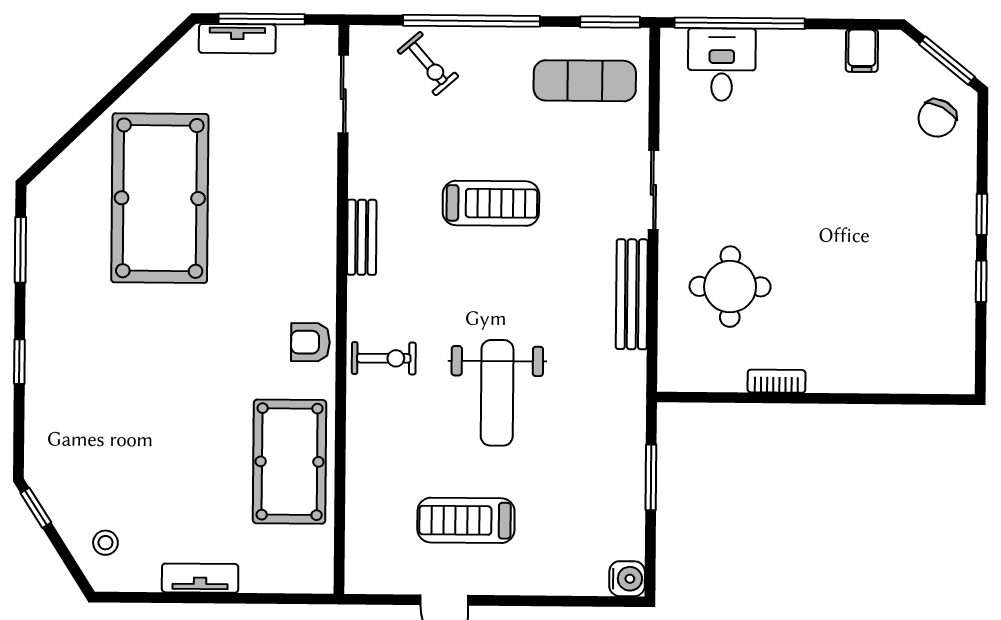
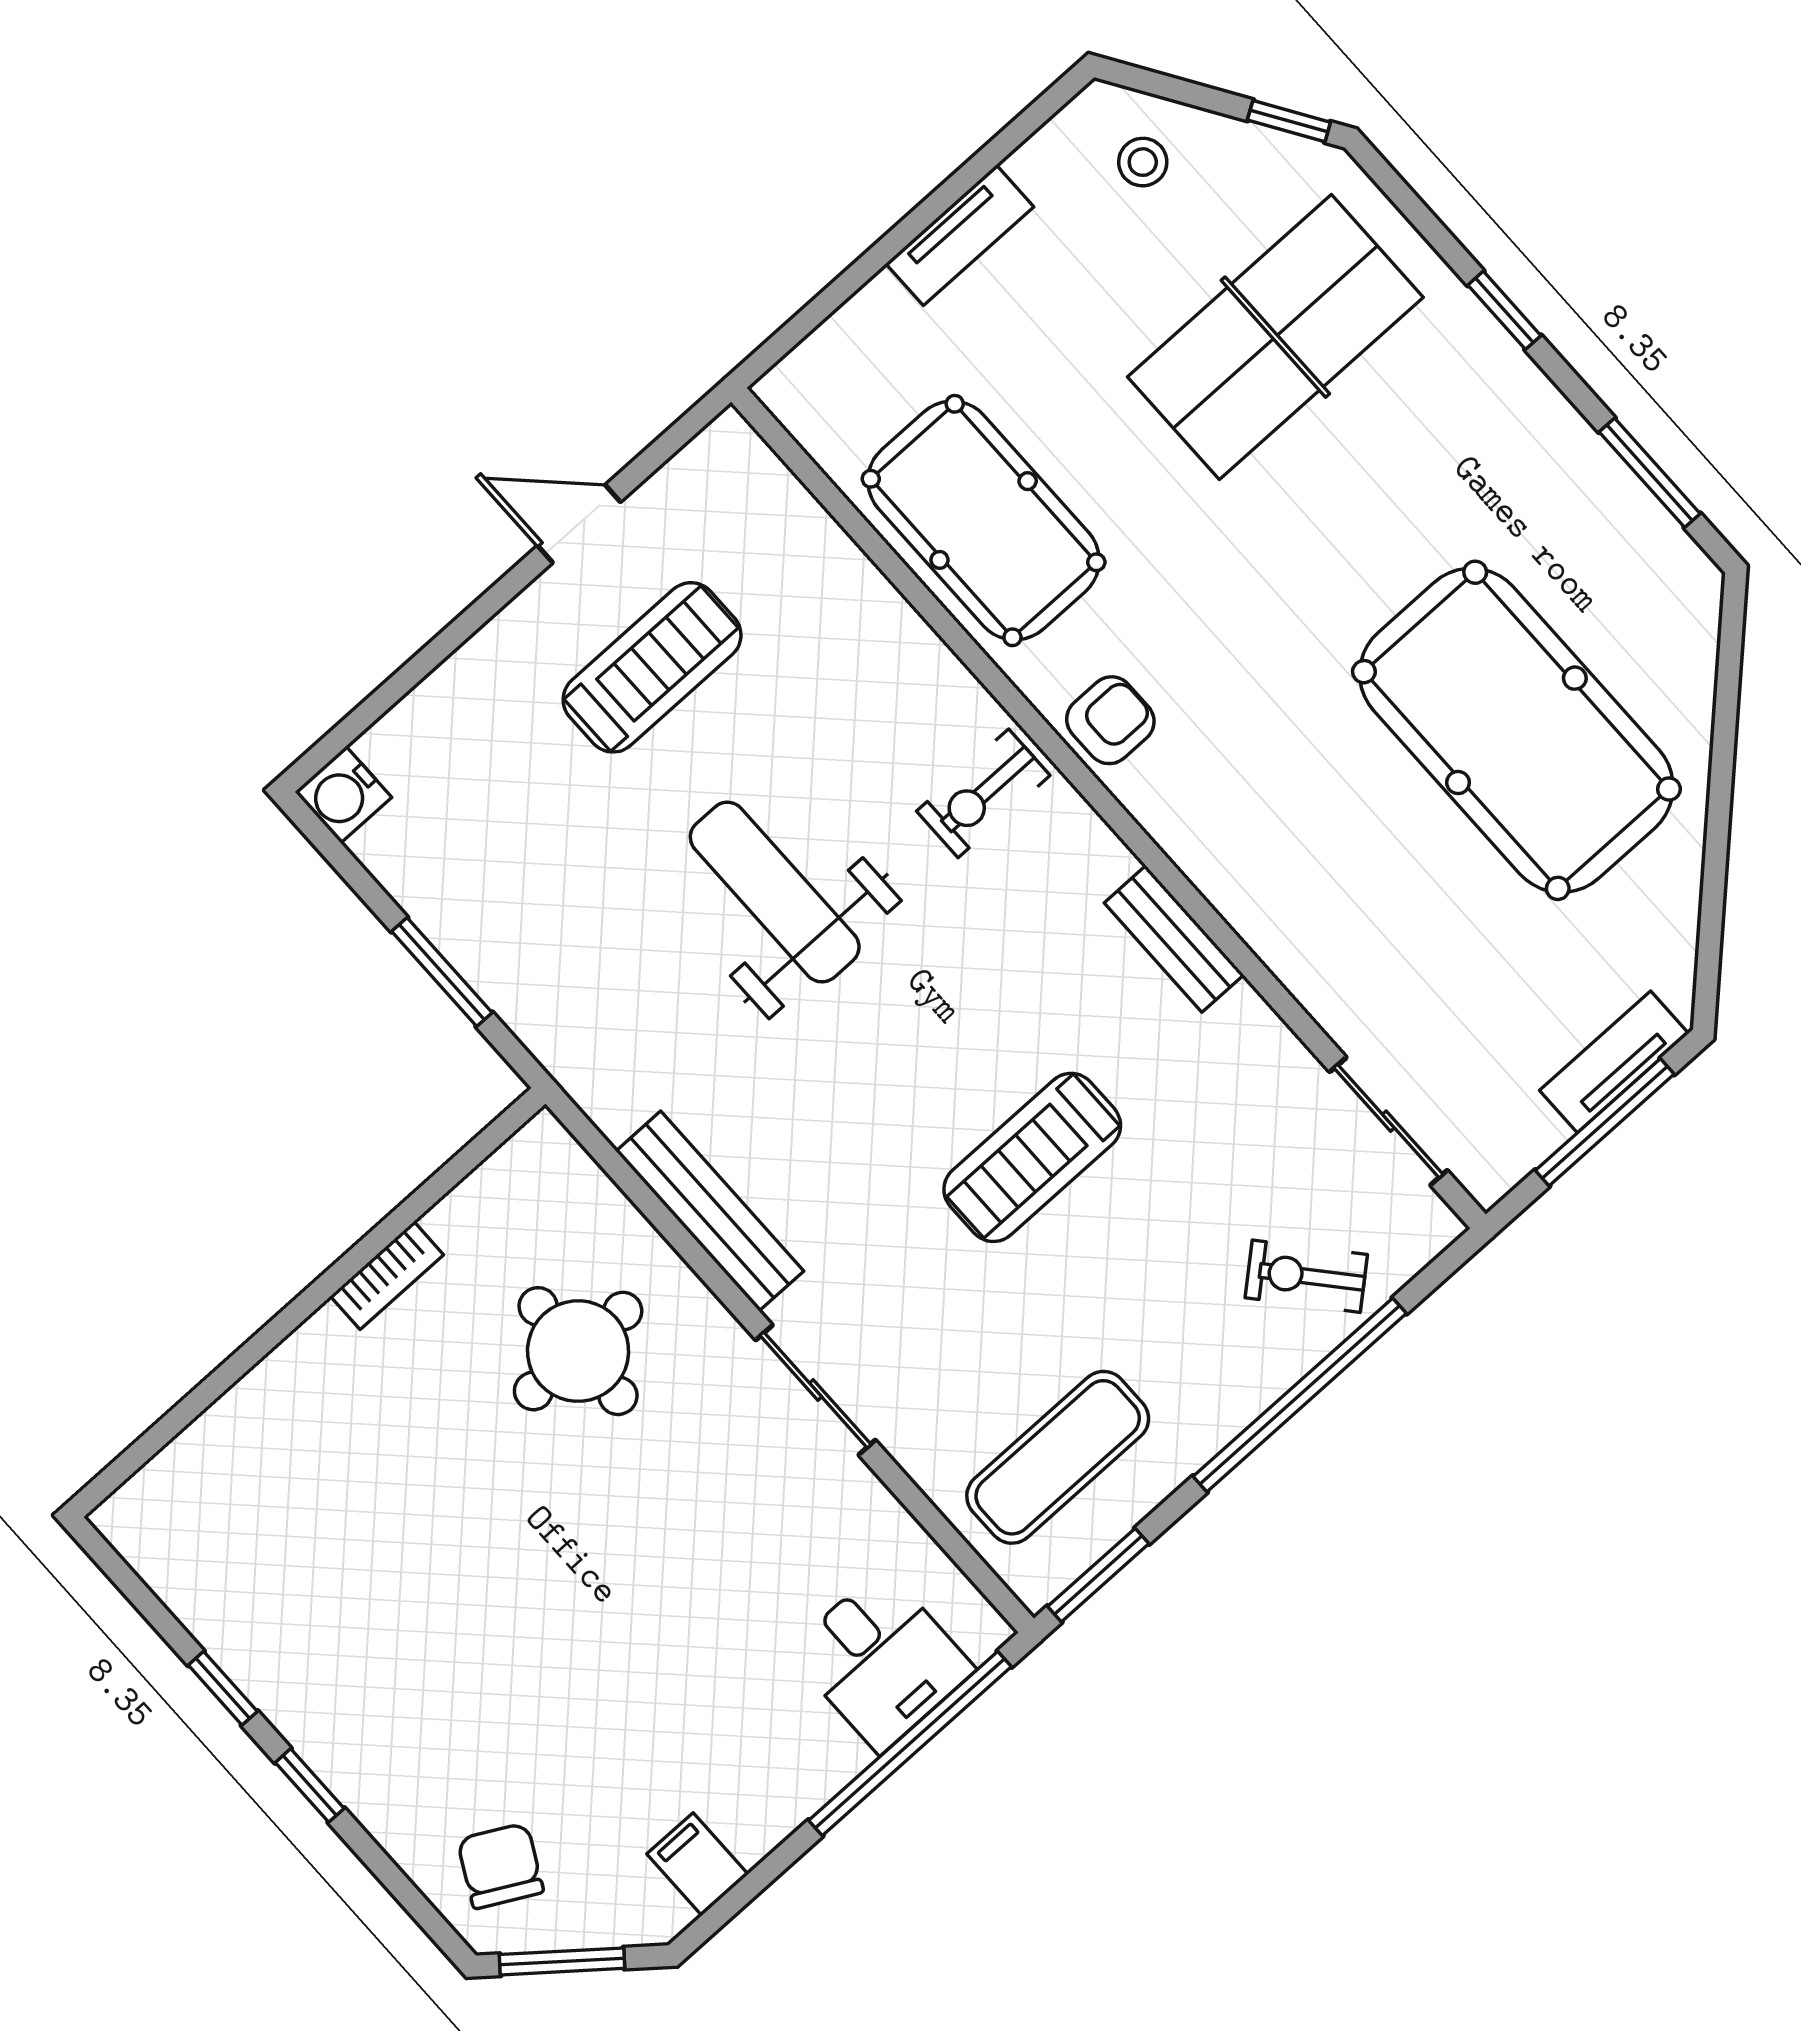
table tennis table: (116, 431) -> (1275, 337), added

